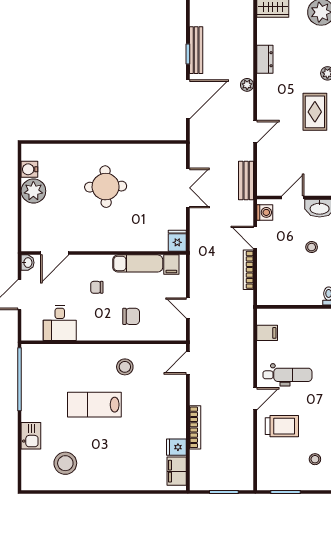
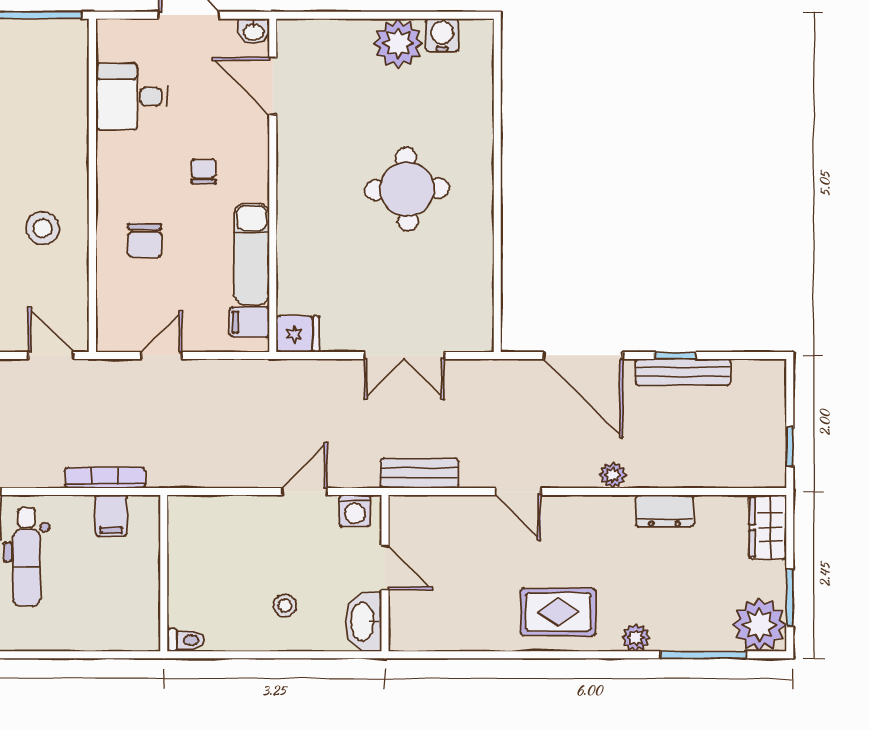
bookcase: (248, 270) -> (105, 478), moved

